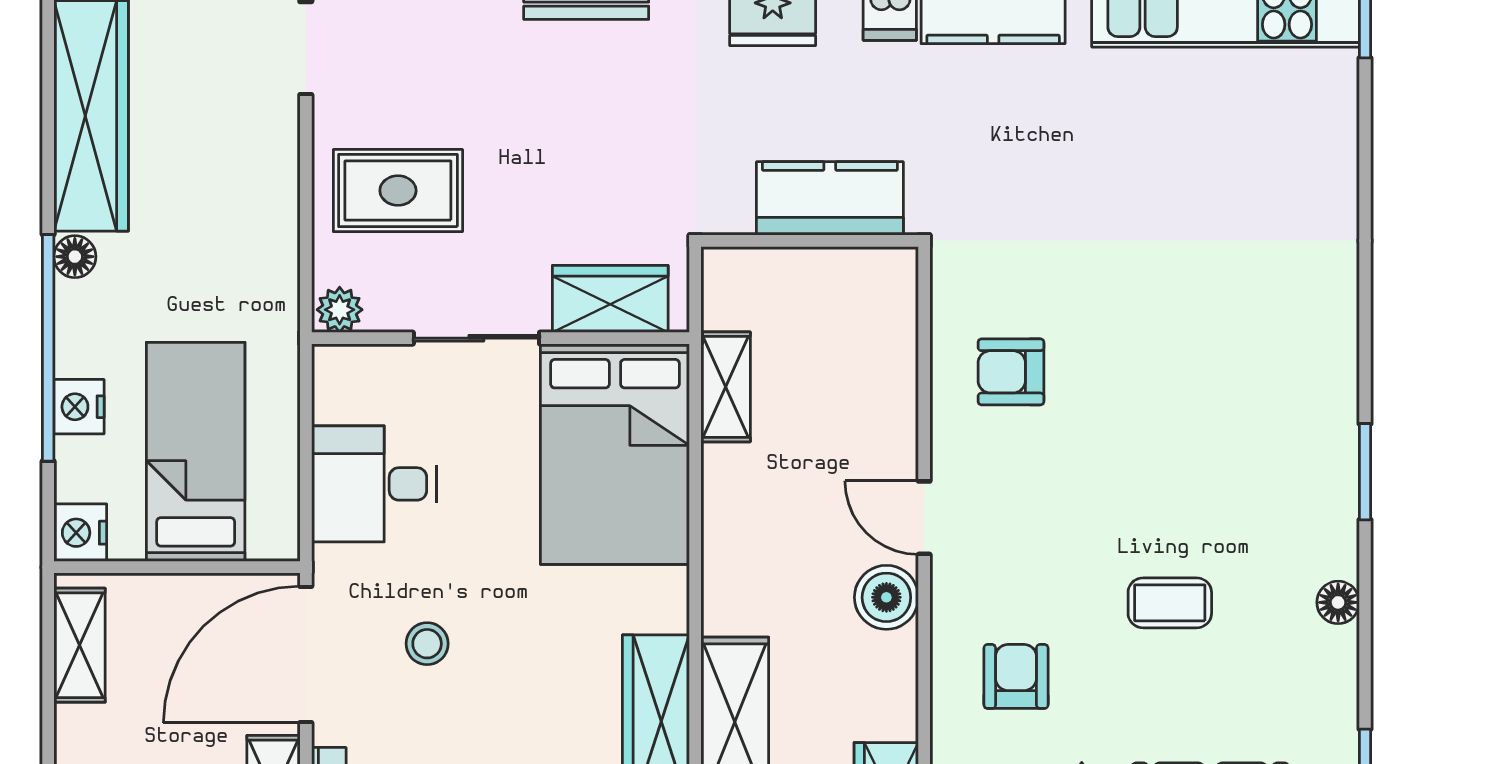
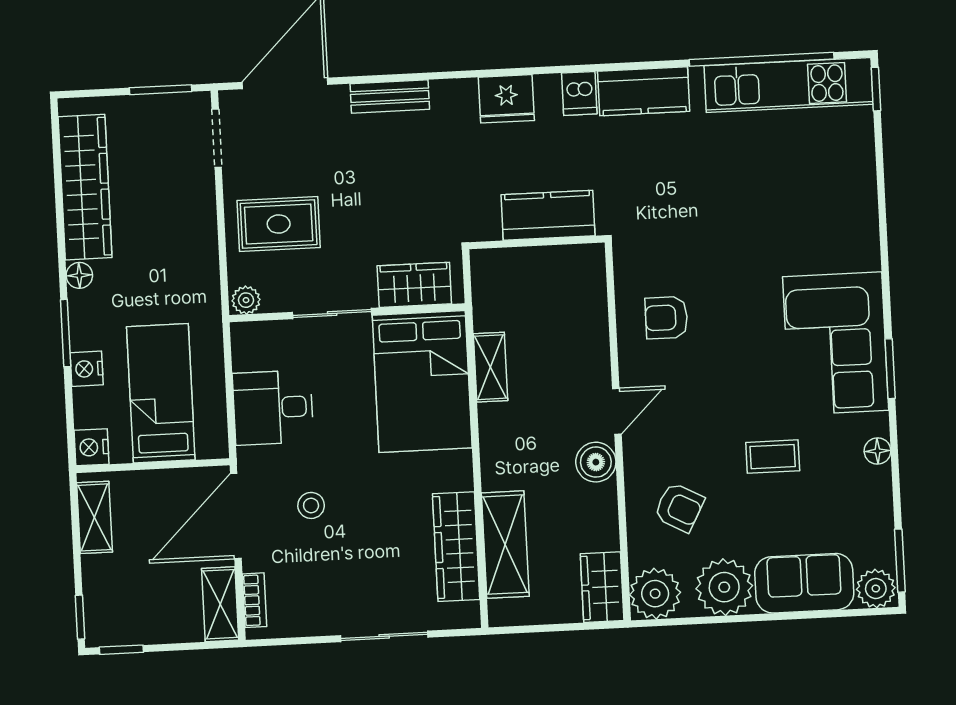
window: (48, 348) -> (66, 333), width x0.47
shelving: (726, 387) -> (491, 367), moved
corner sofa: (1280, 427) -> (836, 343), added
door: (924, 518) -> (617, 411), swing flipped
armchair: (1016, 676) -> (679, 507), turned 118

